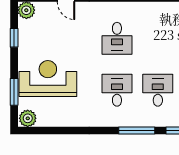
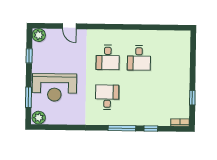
reception desk: (48, 79) -> (54, 87), turned 180
desk: (158, 90) -> (139, 58), moved, turned 180

